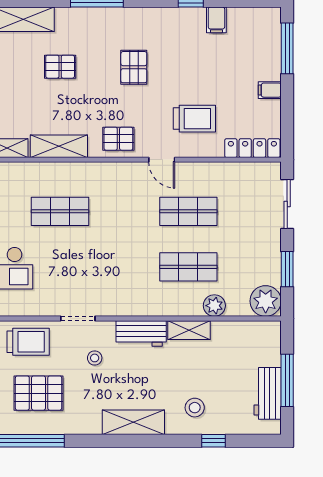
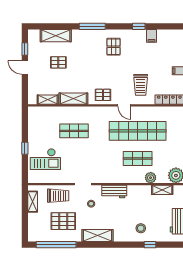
pallet: (60, 67) -> (58, 62), moved
pallet: (134, 67) -> (114, 47), moved
trolley: (194, 119) -> (141, 85), turned 90
shop shelf: (188, 211) -> (138, 131), width x2.00, depth x1.36
shelving: (189, 330) -> (162, 190), moved
shelving: (133, 422) -> (98, 236), moved

